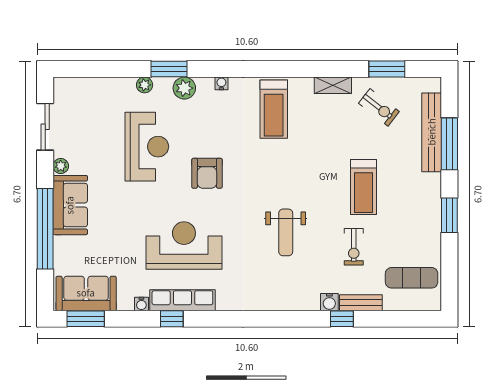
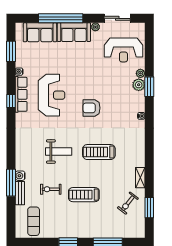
plant: (184, 88) -> (139, 85), moved
treadmill: (274, 109) -> (99, 152), moved
bench: (432, 132) -> (114, 232), removed
reception desk: (147, 147) -> (123, 50), moved
weight bench: (286, 232) -> (59, 152), turned 180
sofa: (86, 293) -> (40, 32), moved, turned 90
window: (86, 319) -> (11, 51), moved
window: (172, 319) -> (11, 101), moved
window: (342, 319) -> (11, 183), width x2.17

